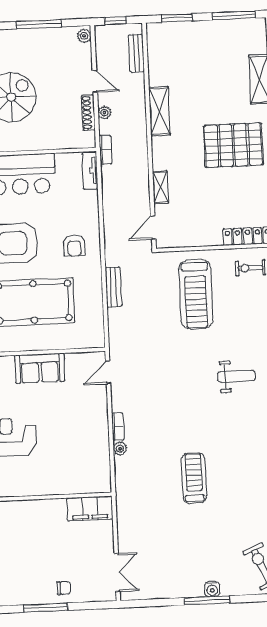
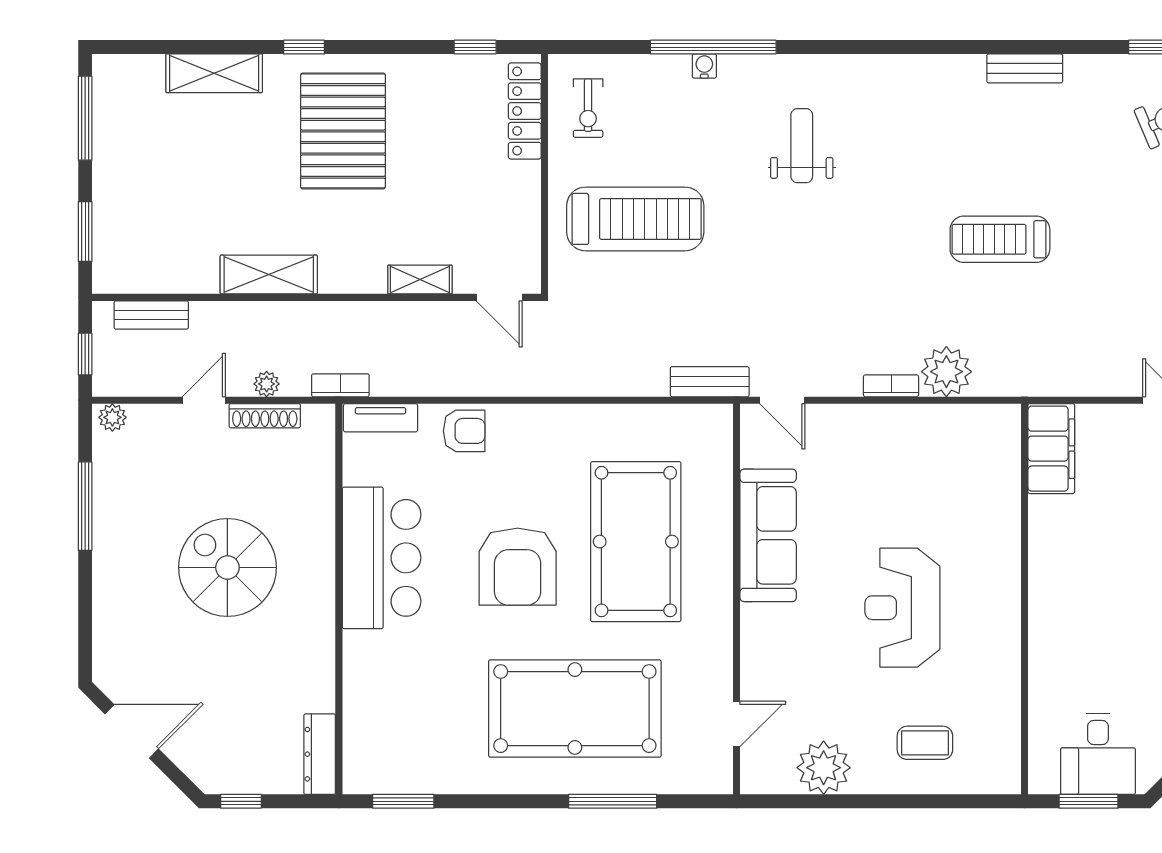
armchair: (74, 245) -> (464, 431), moved
bench: (113, 287) -> (710, 382), moved
sofa: (40, 368) -> (768, 535), width x1.36
plant: (120, 448) -> (946, 372), width x1.88, depth x1.88

